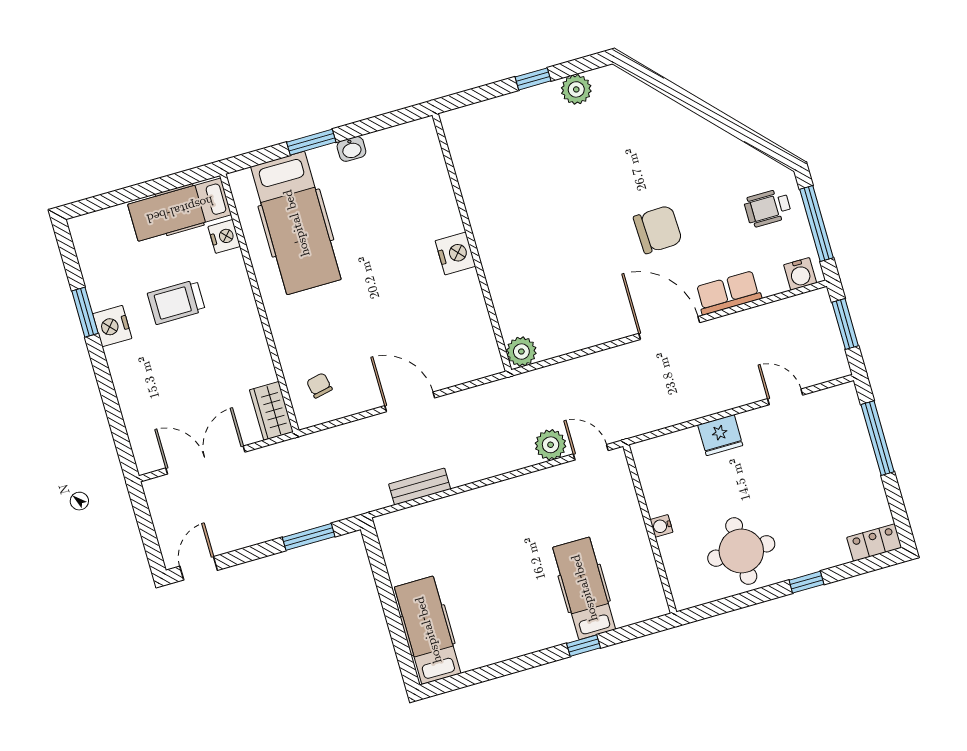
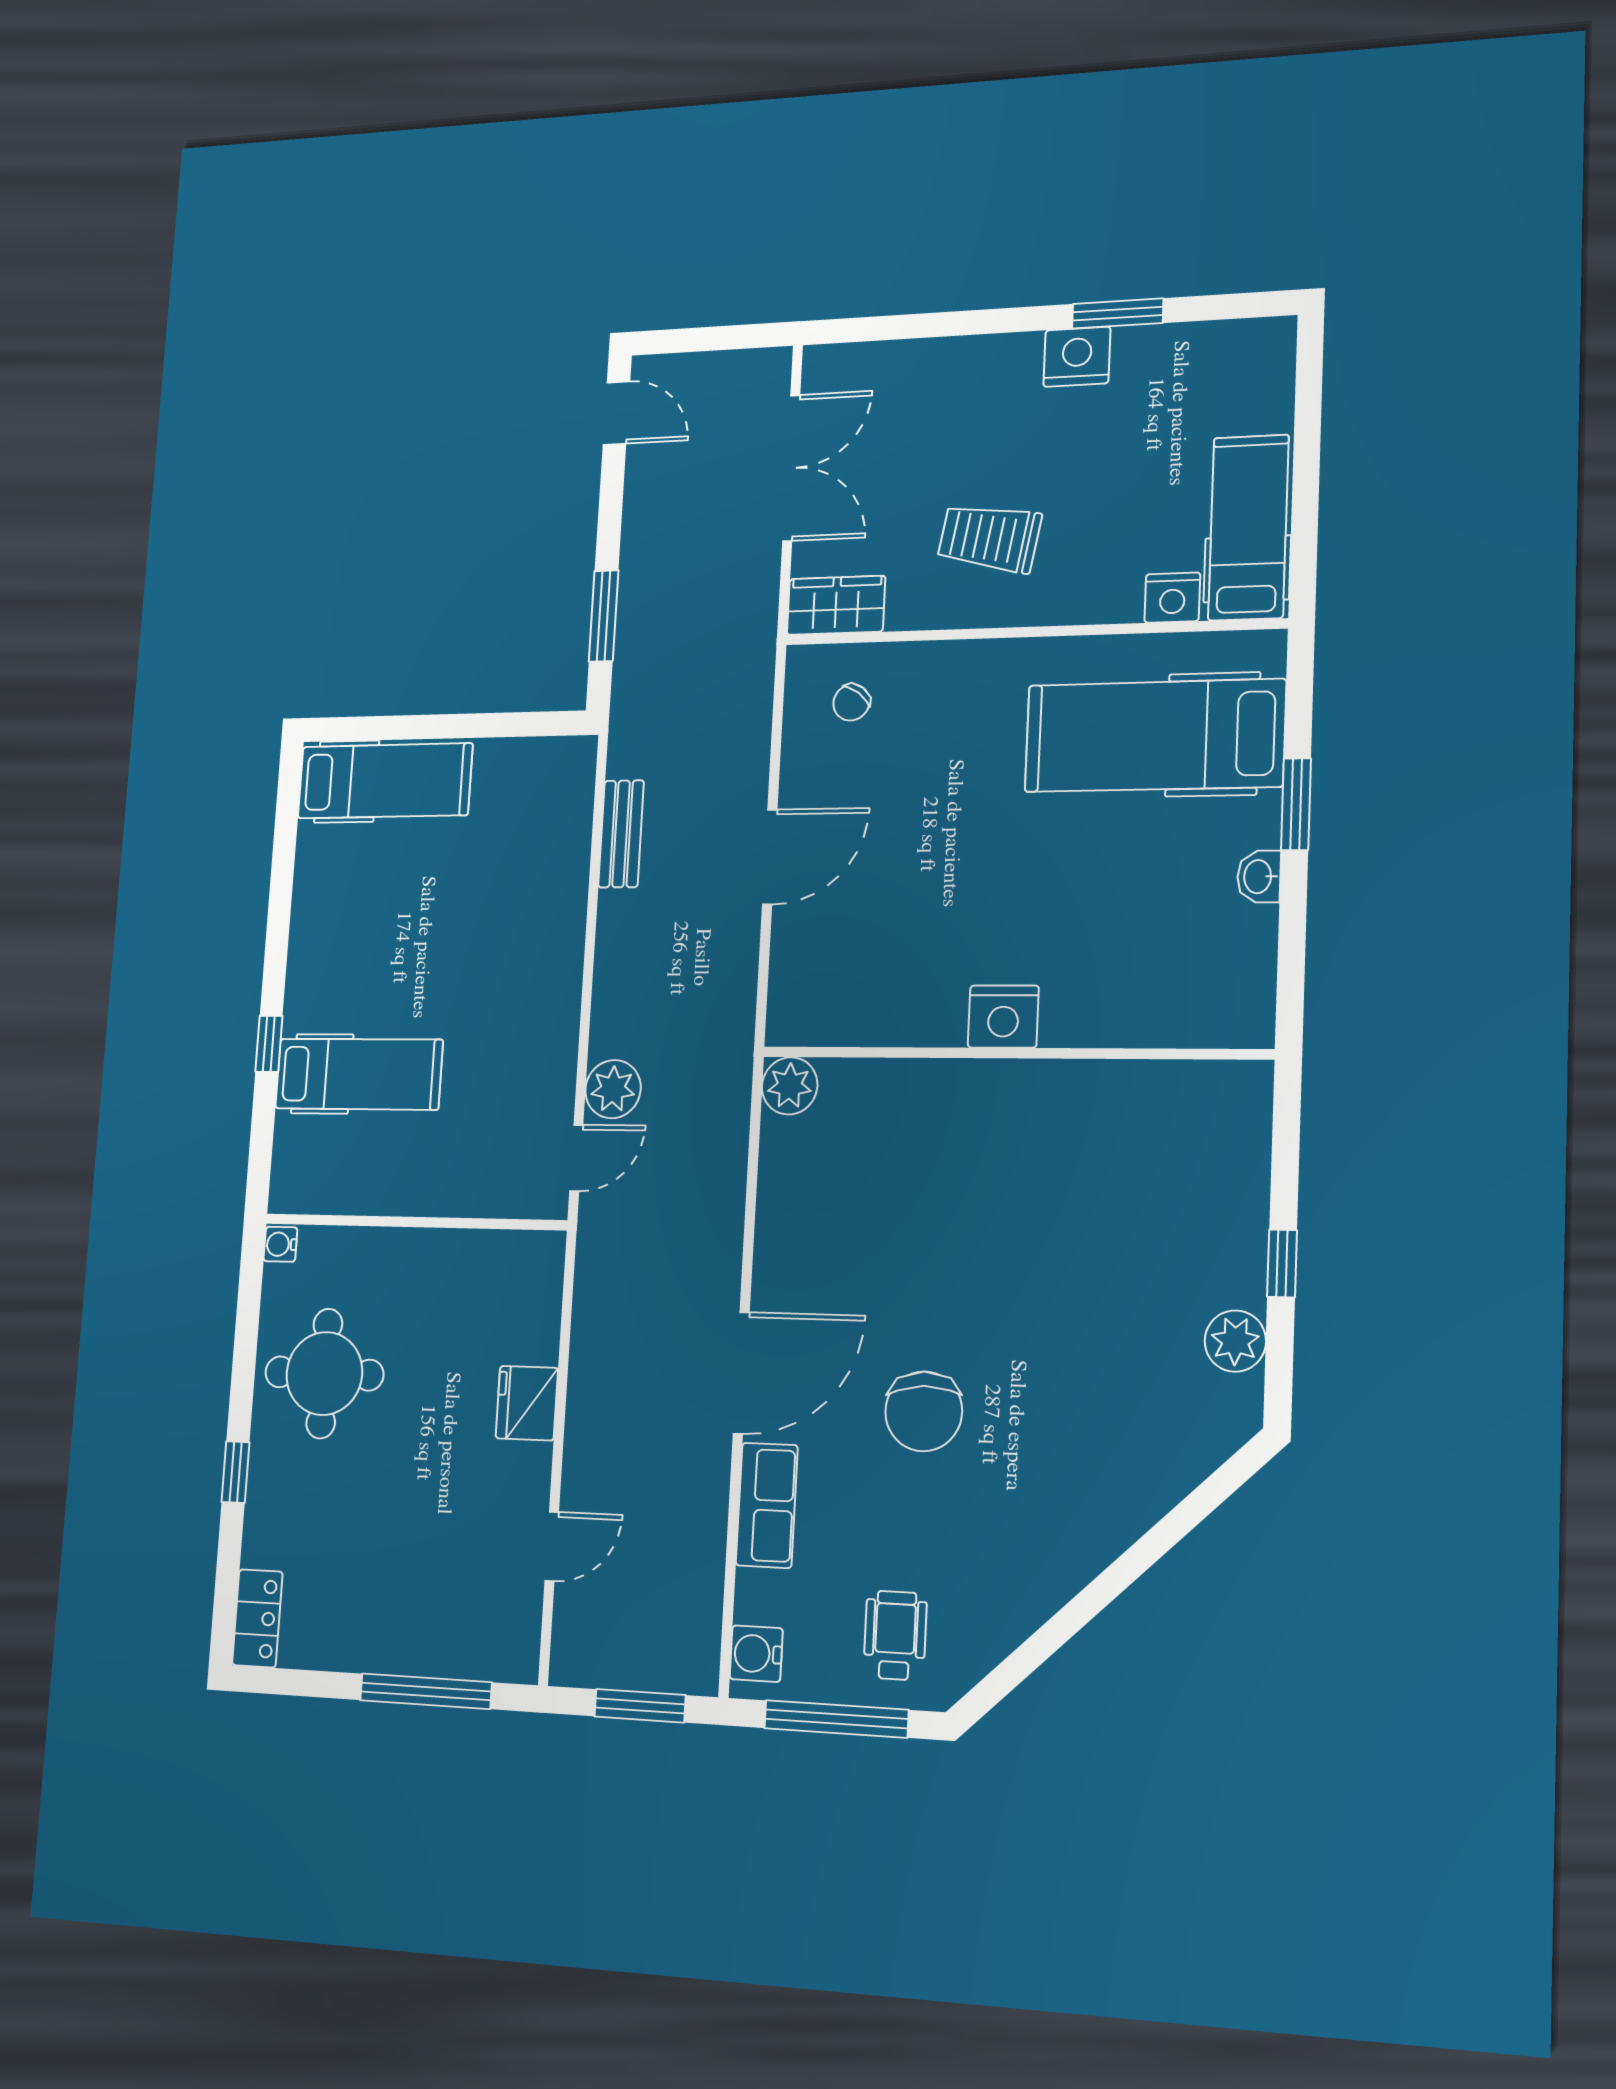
trolley: (176, 302) -> (989, 538), moved, turned -80
chair: (319, 385) -> (851, 702), turned 139
water cooler: (661, 526) -> (280, 1244), moved, turned -90

